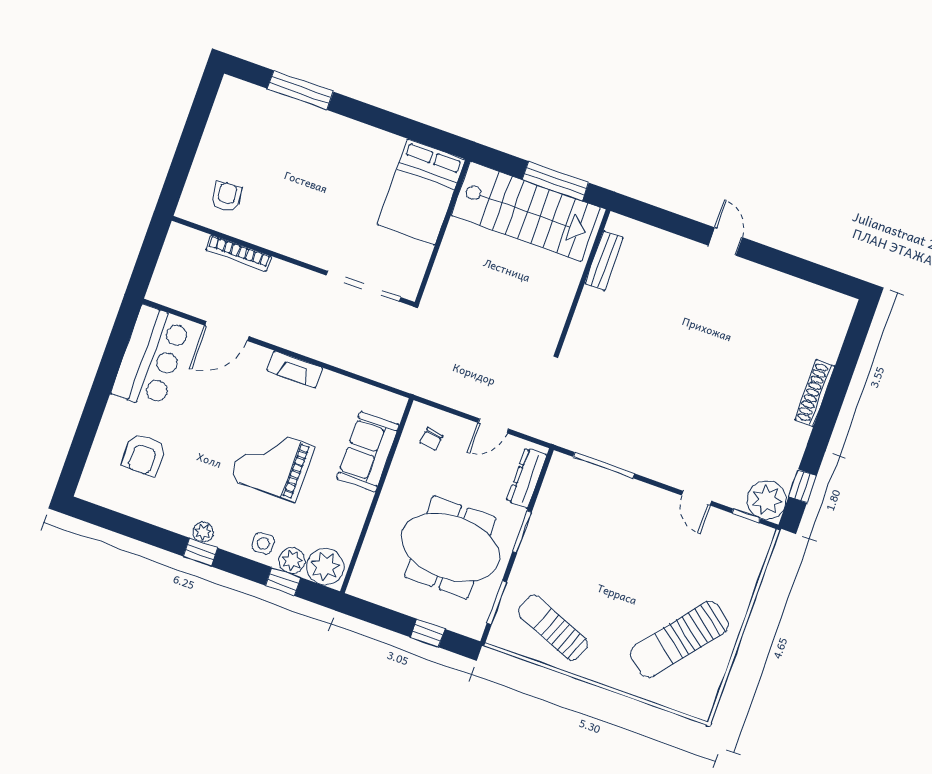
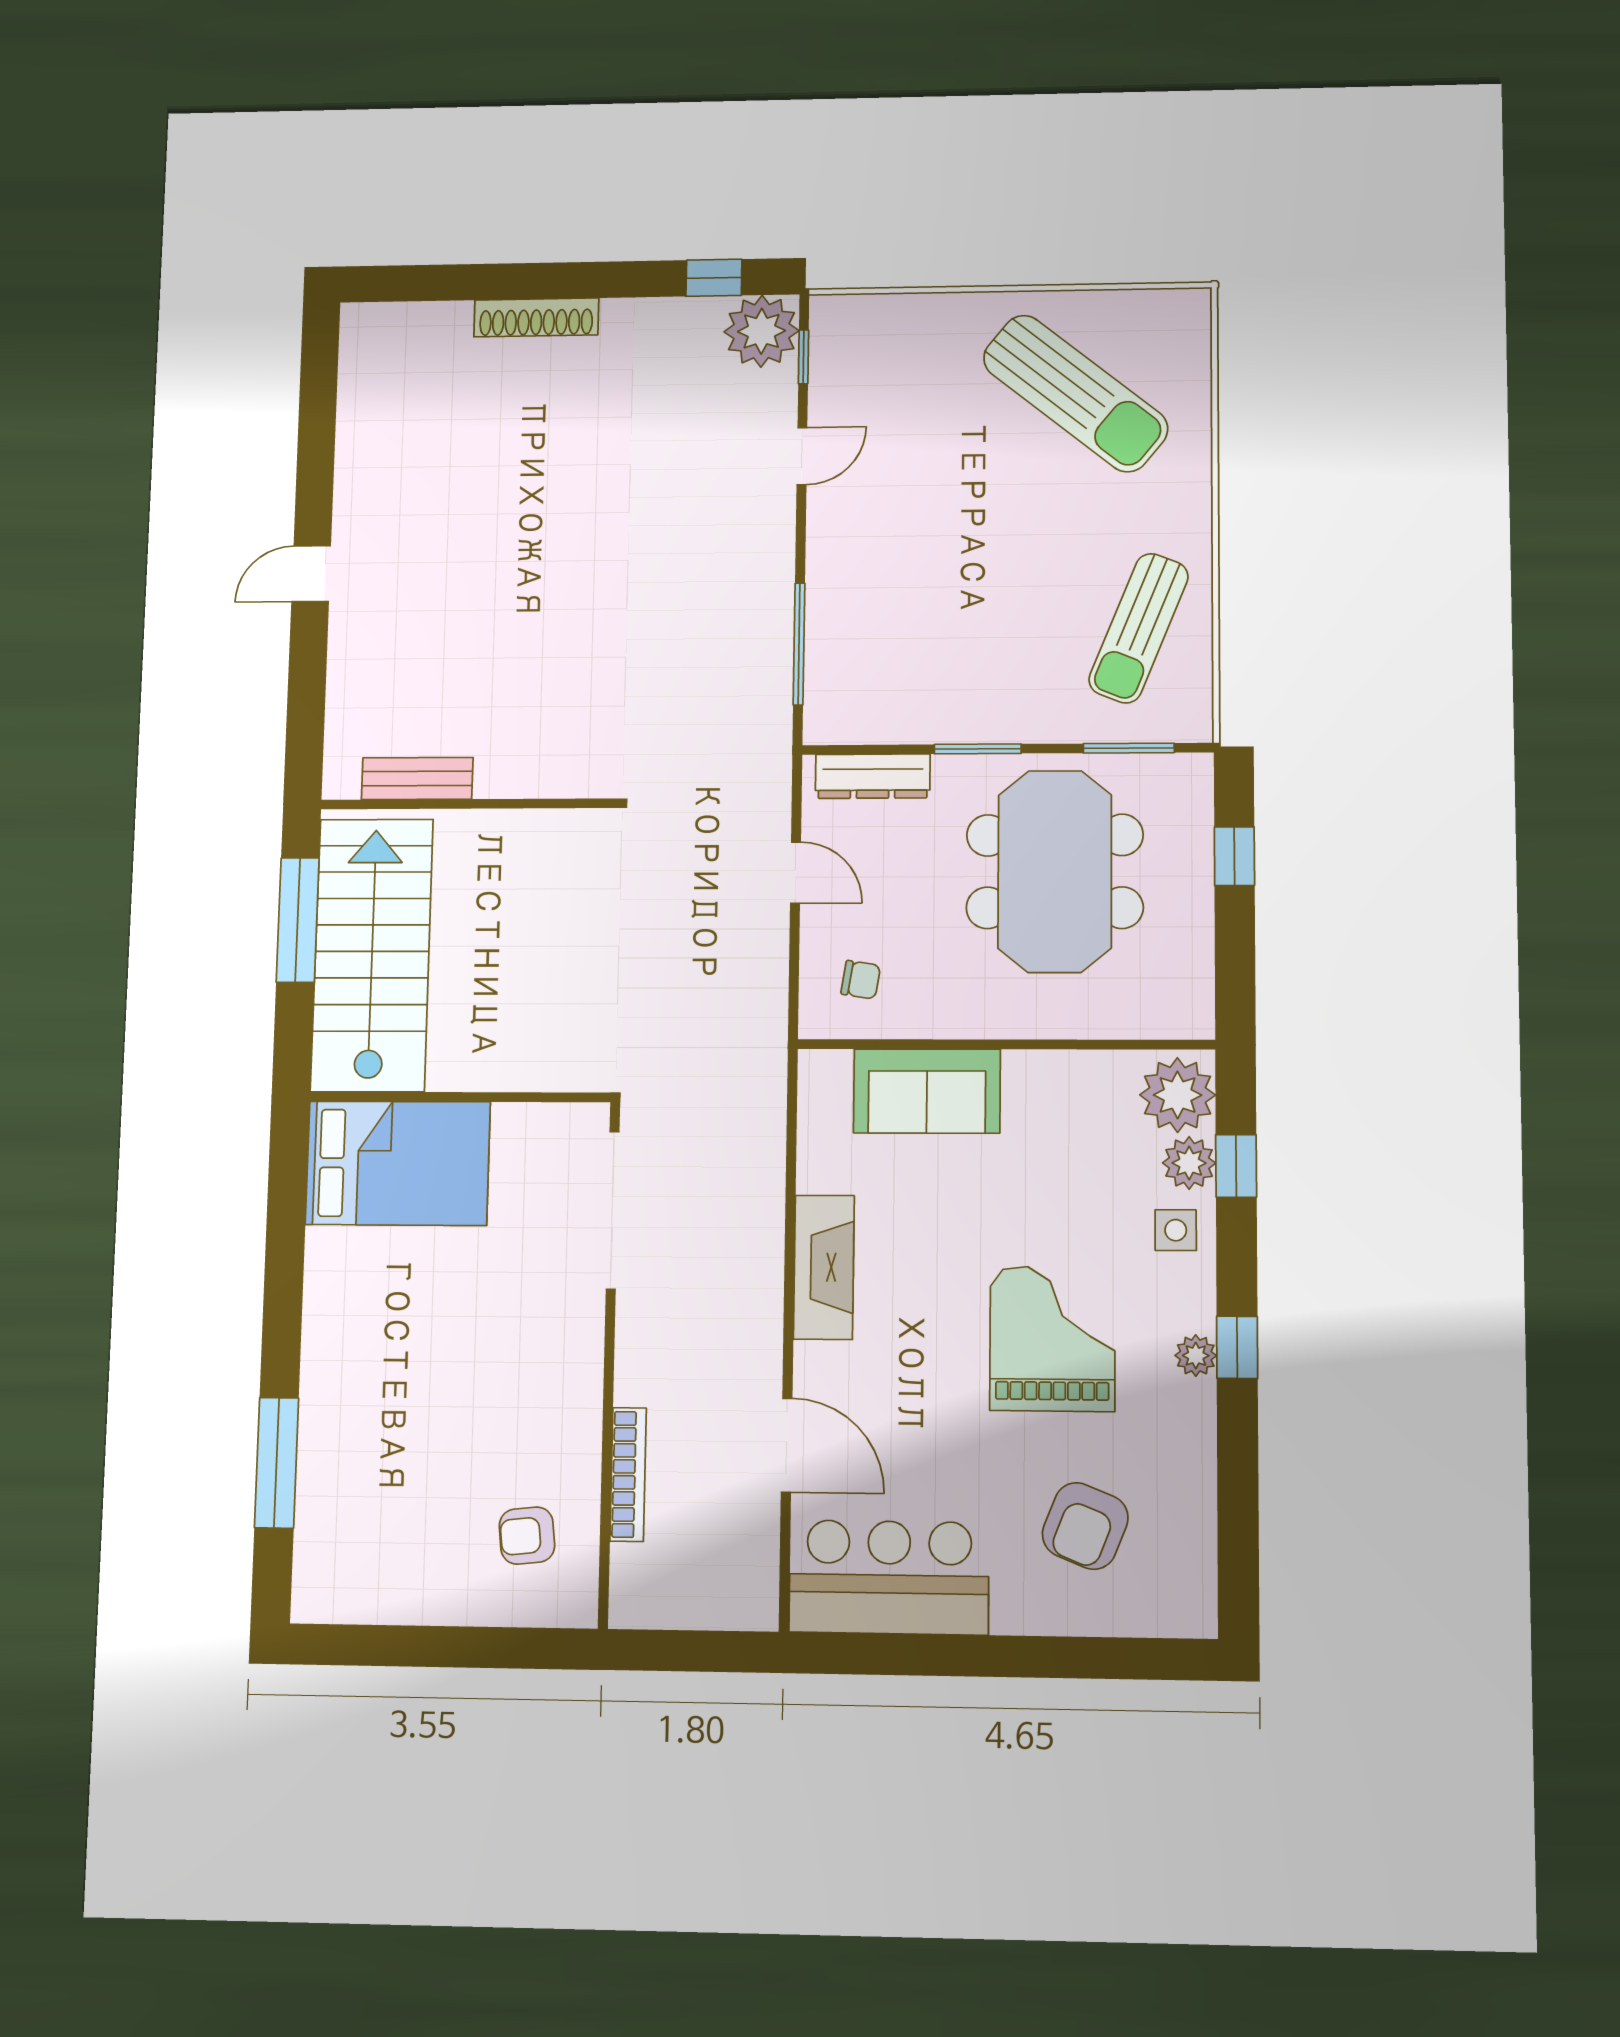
fireplace: (295, 369) -> (824, 1267), width x1.37, depth x1.32
armchair: (144, 455) -> (1085, 1526), turned 112
grand piano: (272, 463) -> (1052, 1339), moved, turned 180

